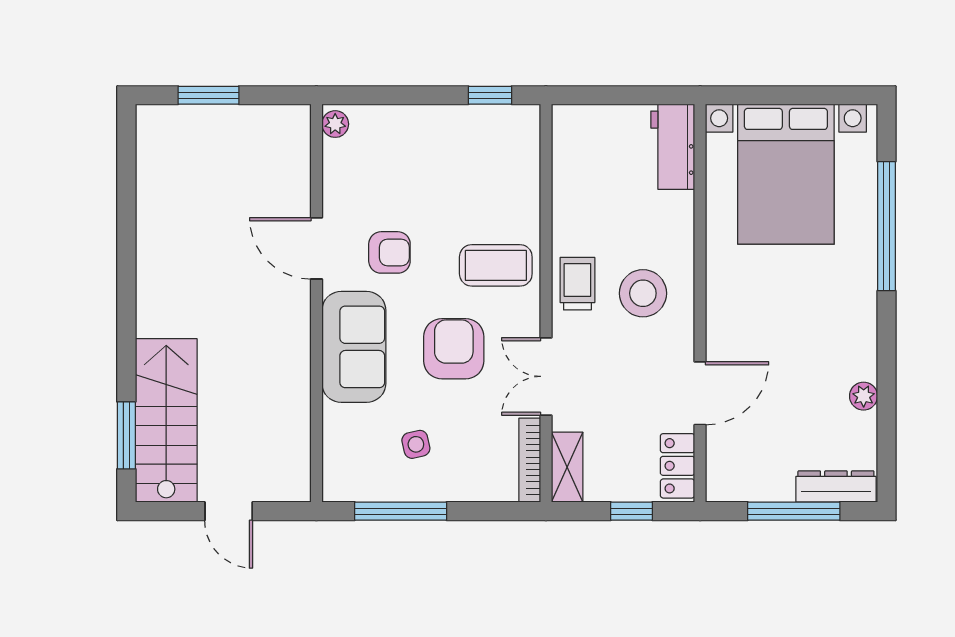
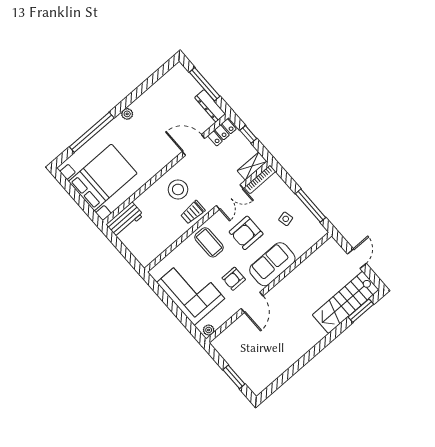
window: (490, 95) -> (158, 290), removed
corner sofa: (437, 154) -> (191, 291), added
armchair: (389, 252) -> (234, 279), turned -90
plant: (864, 396) -> (127, 114), moved
dresser: (836, 487) -> (210, 106), moved

